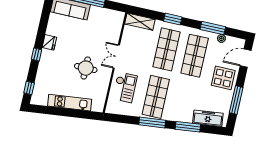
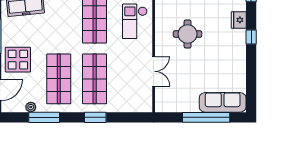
shelving: (140, 22) -> (135, 105), removed
fridge: (49, 42) -> (239, 20), moved
double door: (116, 57) -> (154, 71), moved

